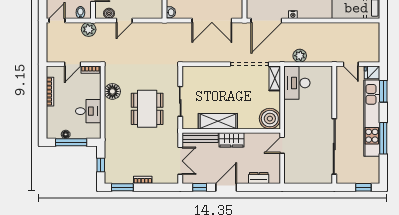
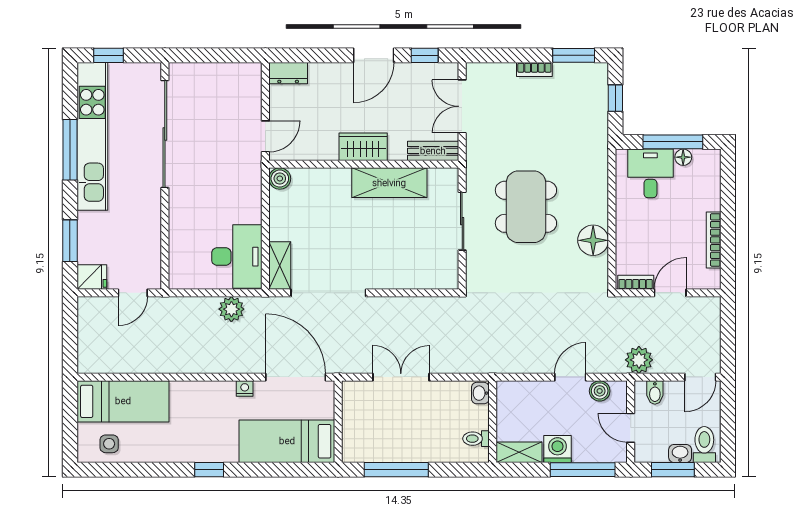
double door: (212, 20) -> (401, 377), width x0.73
door: (266, 20) -> (296, 377), hinge flipped
door: (351, 64) -> (133, 293), swing flipped
desk: (88, 111) -> (650, 173), moved, turned 90
kitchen unit: (372, 118) -> (92, 136), moved
boiler: (270, 119) -> (280, 179), width x0.54, depth x0.54
bench: (200, 138) -> (433, 151), width x0.73
dresser: (259, 178) -> (288, 73), moved

